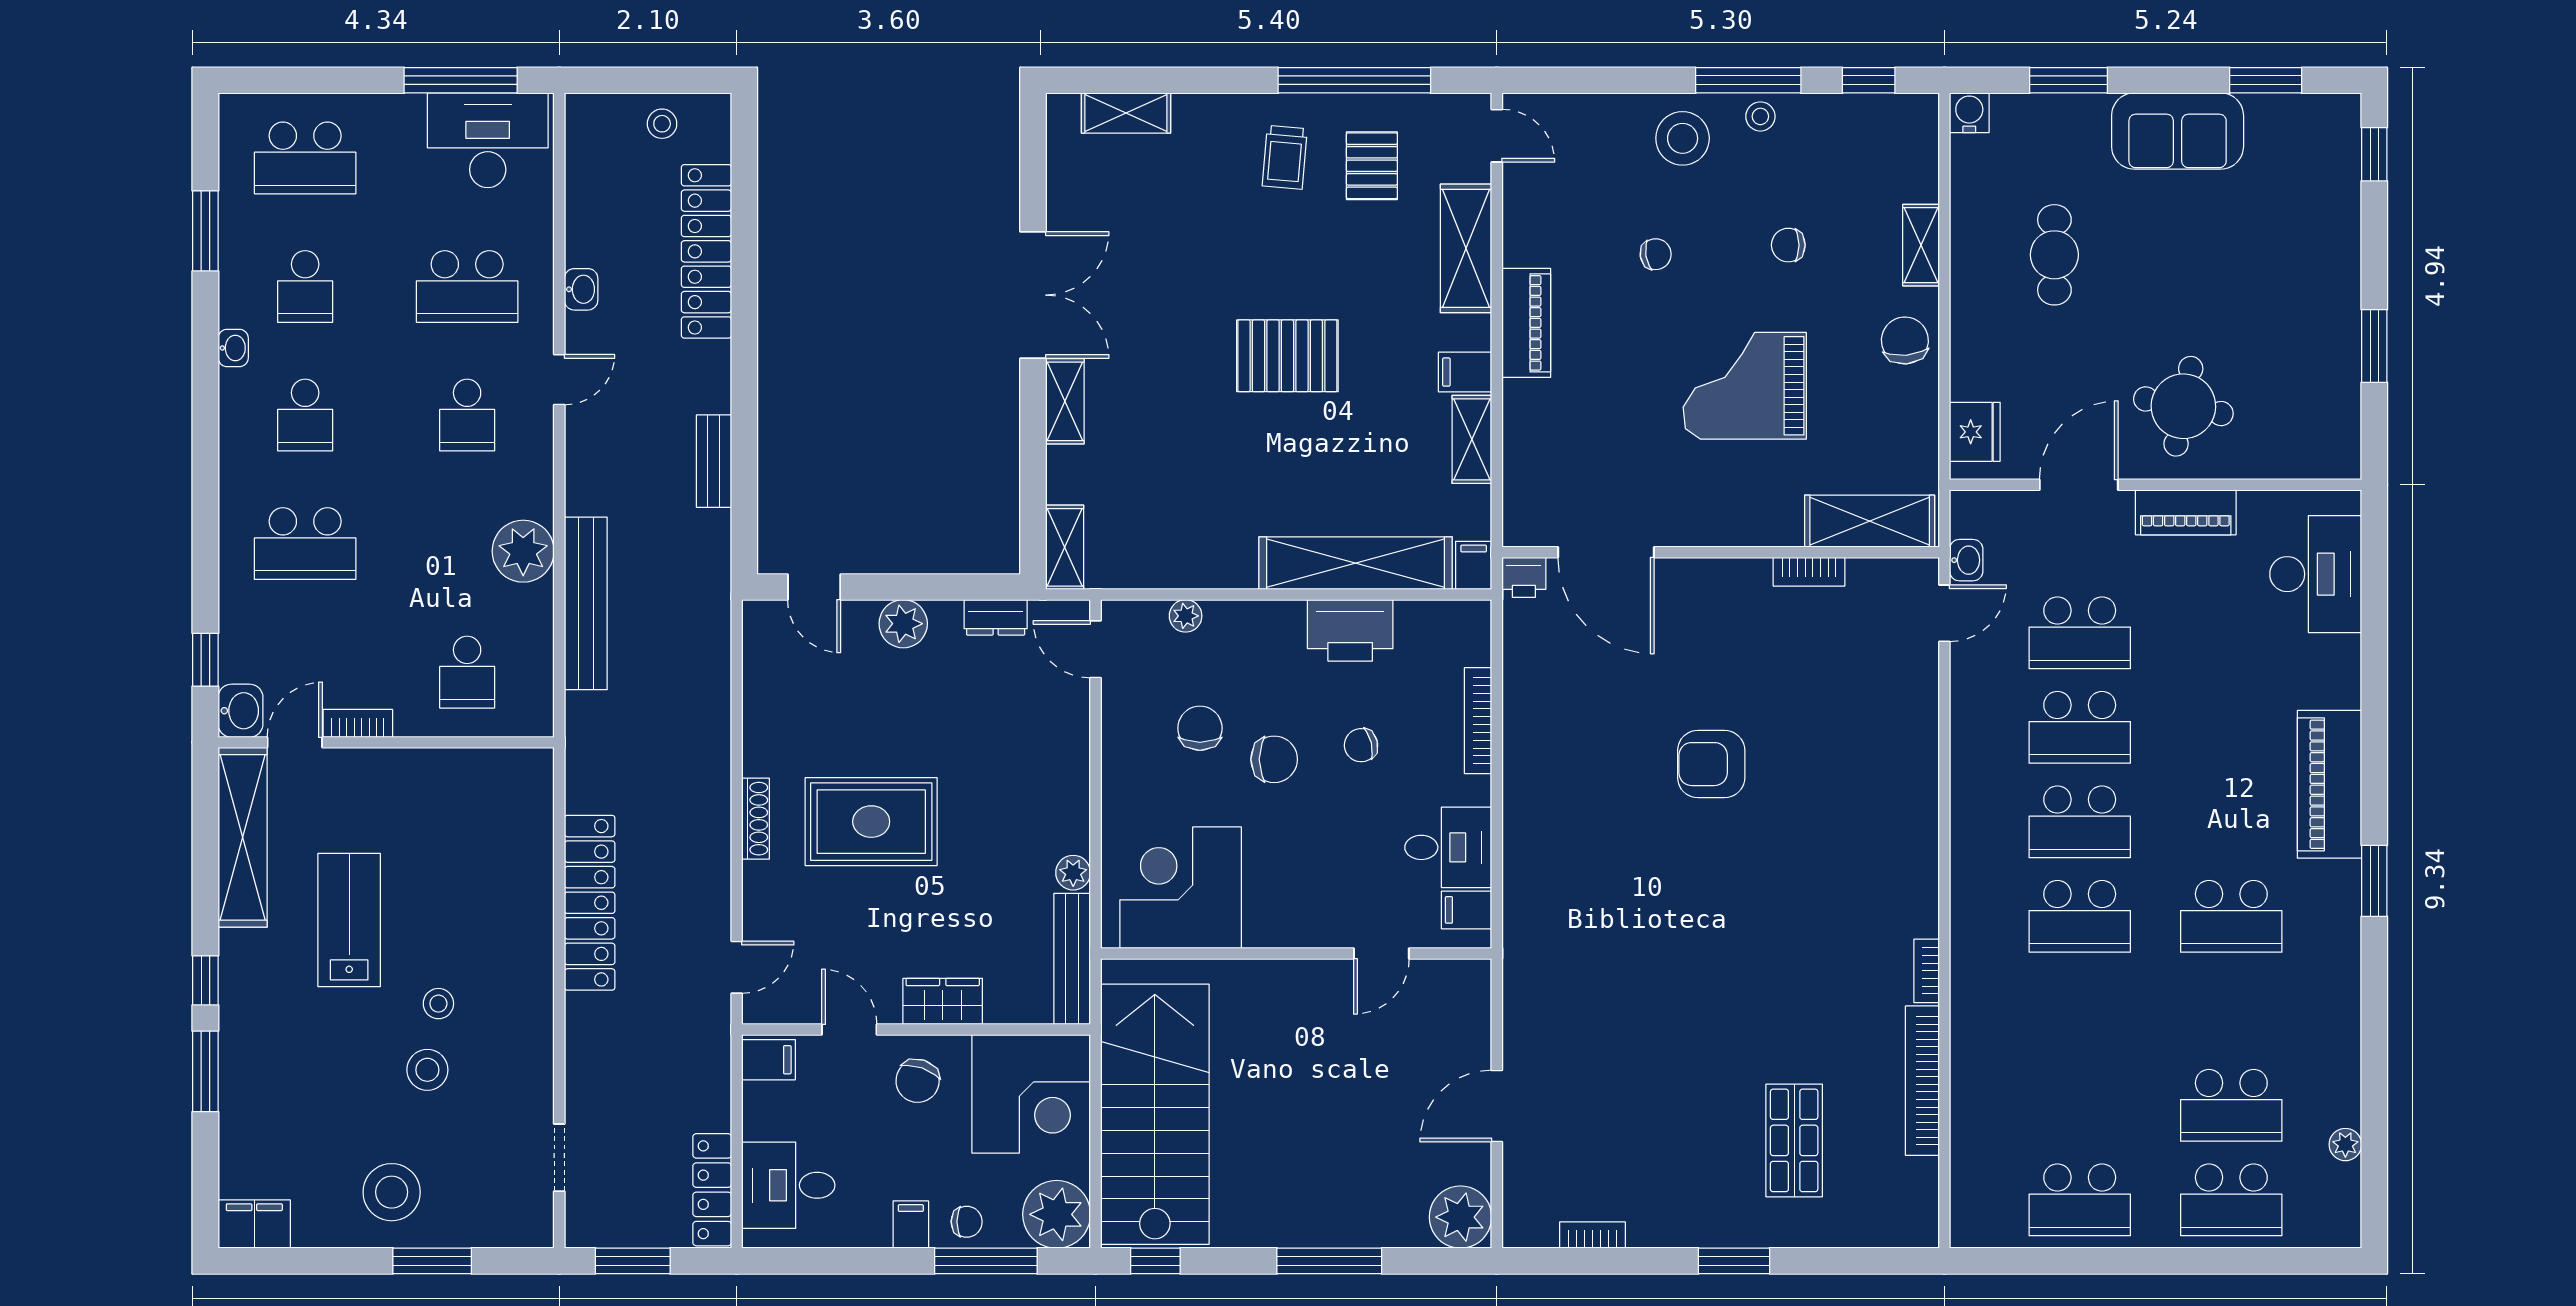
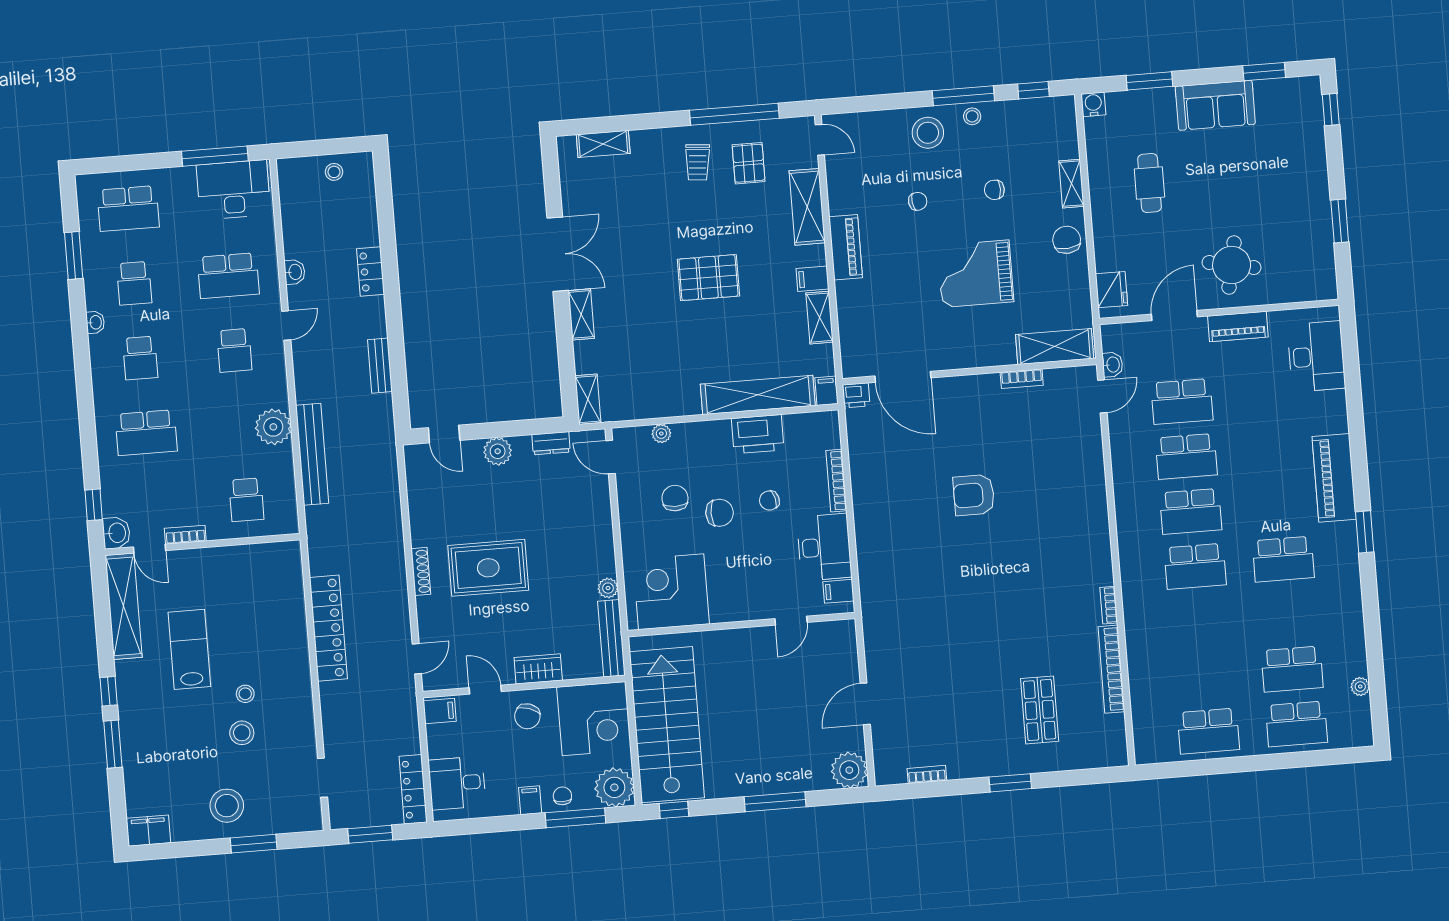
locker: (706, 251) -> (371, 272), width x0.46, depth x0.83
door: (295, 742) -> (149, 549), swing flipped
desk: (1448, 847) -> (824, 547), width x1.37
chair: (967, 1222) -> (562, 796), turned -90

